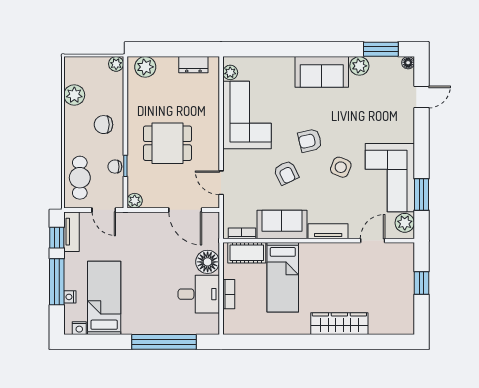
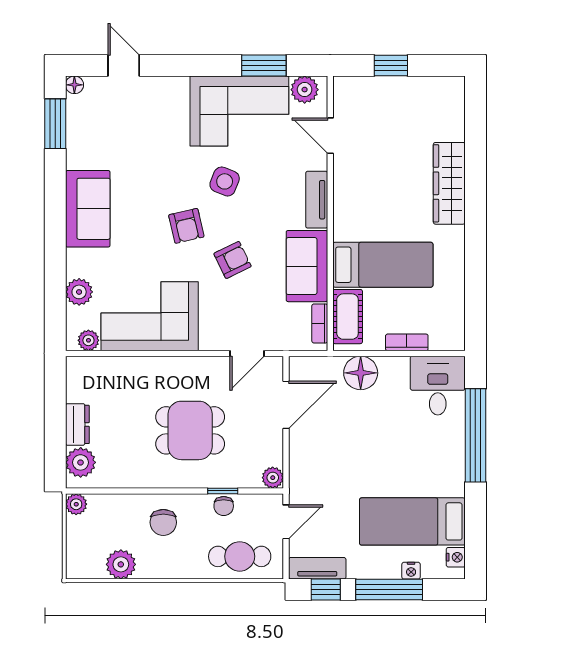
dresser: (193, 65) -> (77, 424), moved
plant: (359, 66) -> (79, 292), moved
dining table: (167, 143) -> (190, 430), turned 90
desk: (199, 294) -> (438, 386), moved

